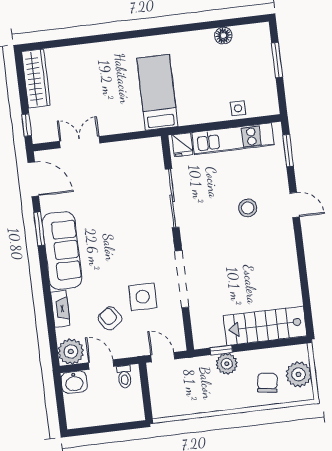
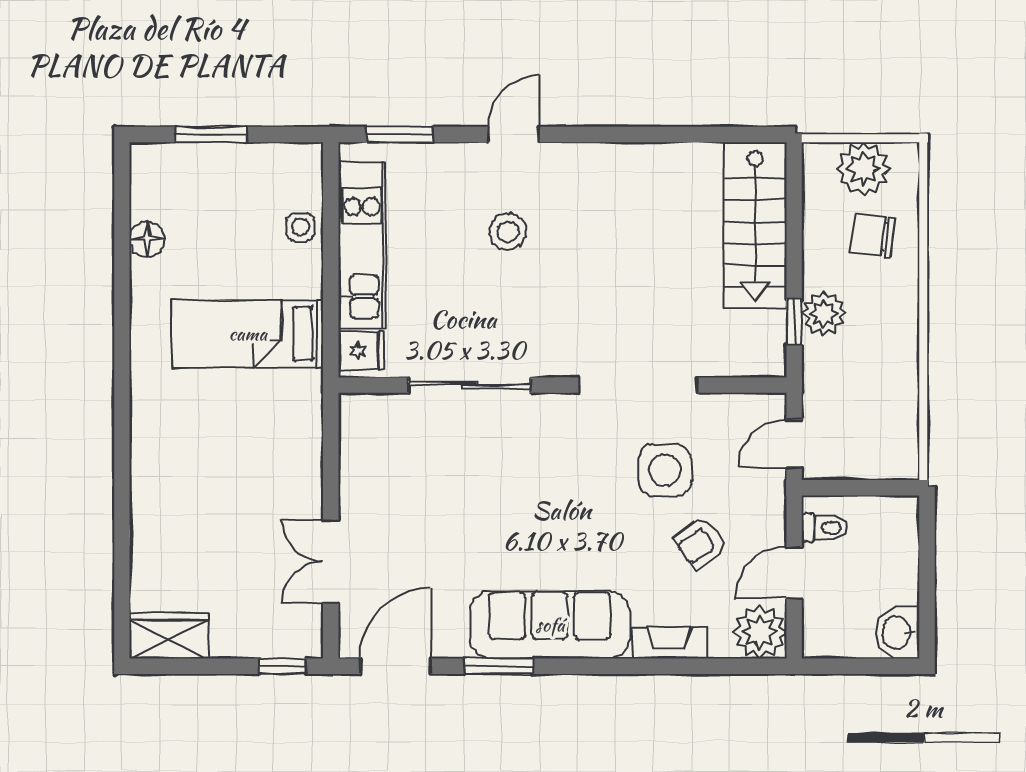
wardrobe: (36, 79) -> (169, 636), width x0.67
bed: (157, 92) -> (248, 334), moved
washbasin: (74, 382) -> (898, 633), moved, turned 180

